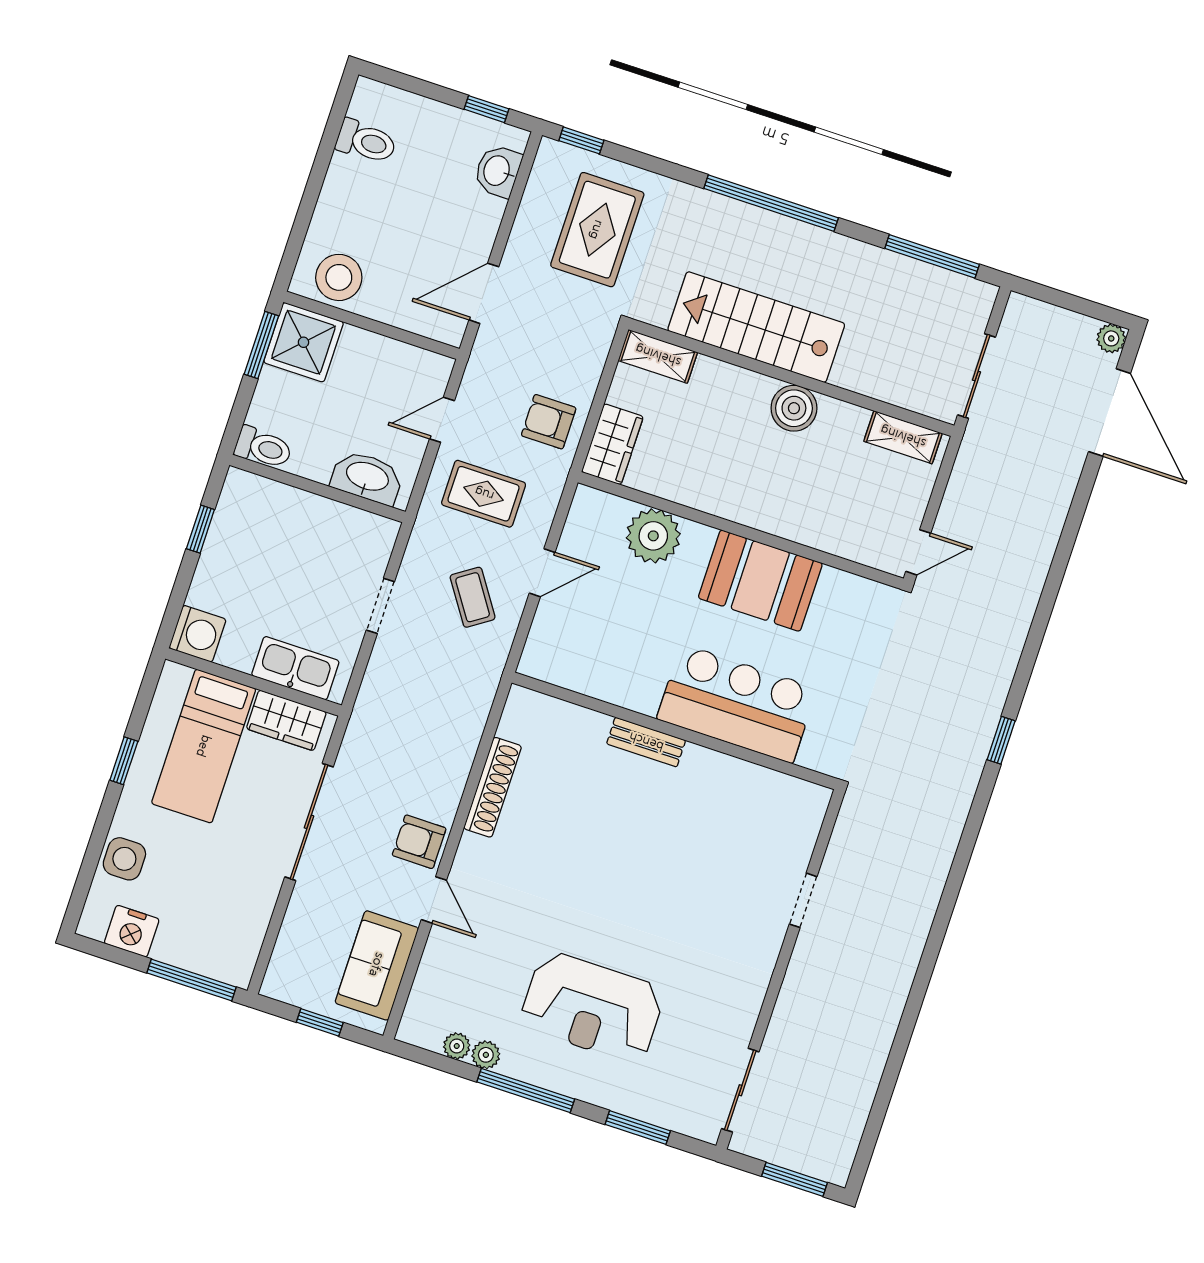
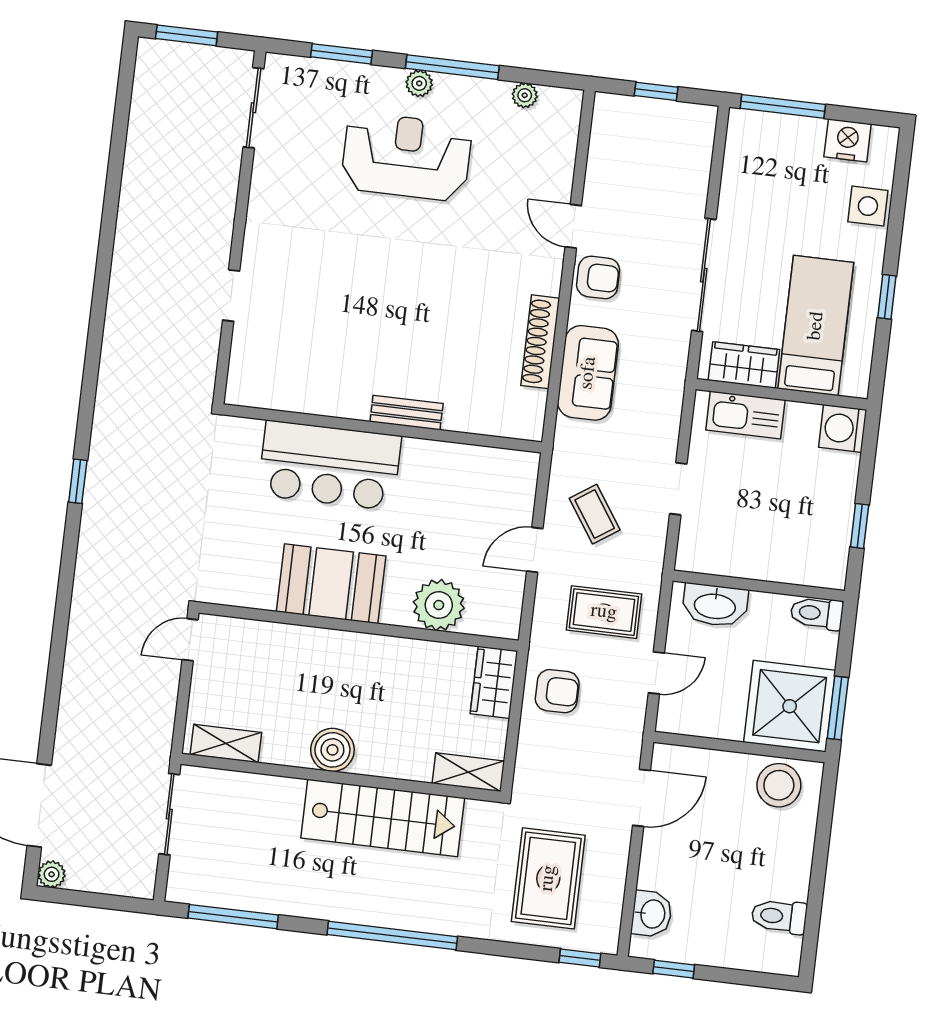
shower: (304, 342) -> (790, 706), width x1.37, depth x1.37
sofa: (377, 965) -> (588, 373), moved
plant: (486, 1055) -> (419, 83), moved

